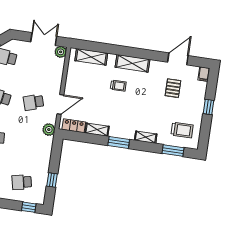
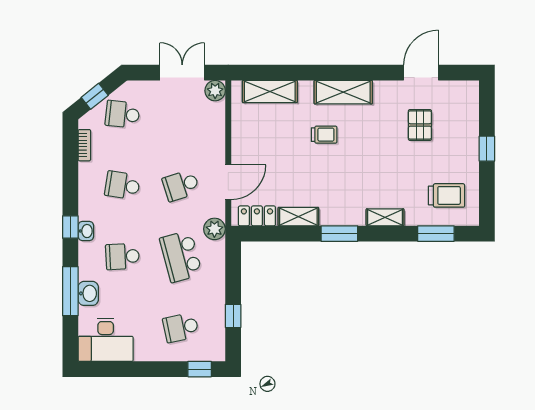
filing cabinet: (204, 74) -> (470, 92), removed
school desk: (28, 142) -> (181, 256), added

